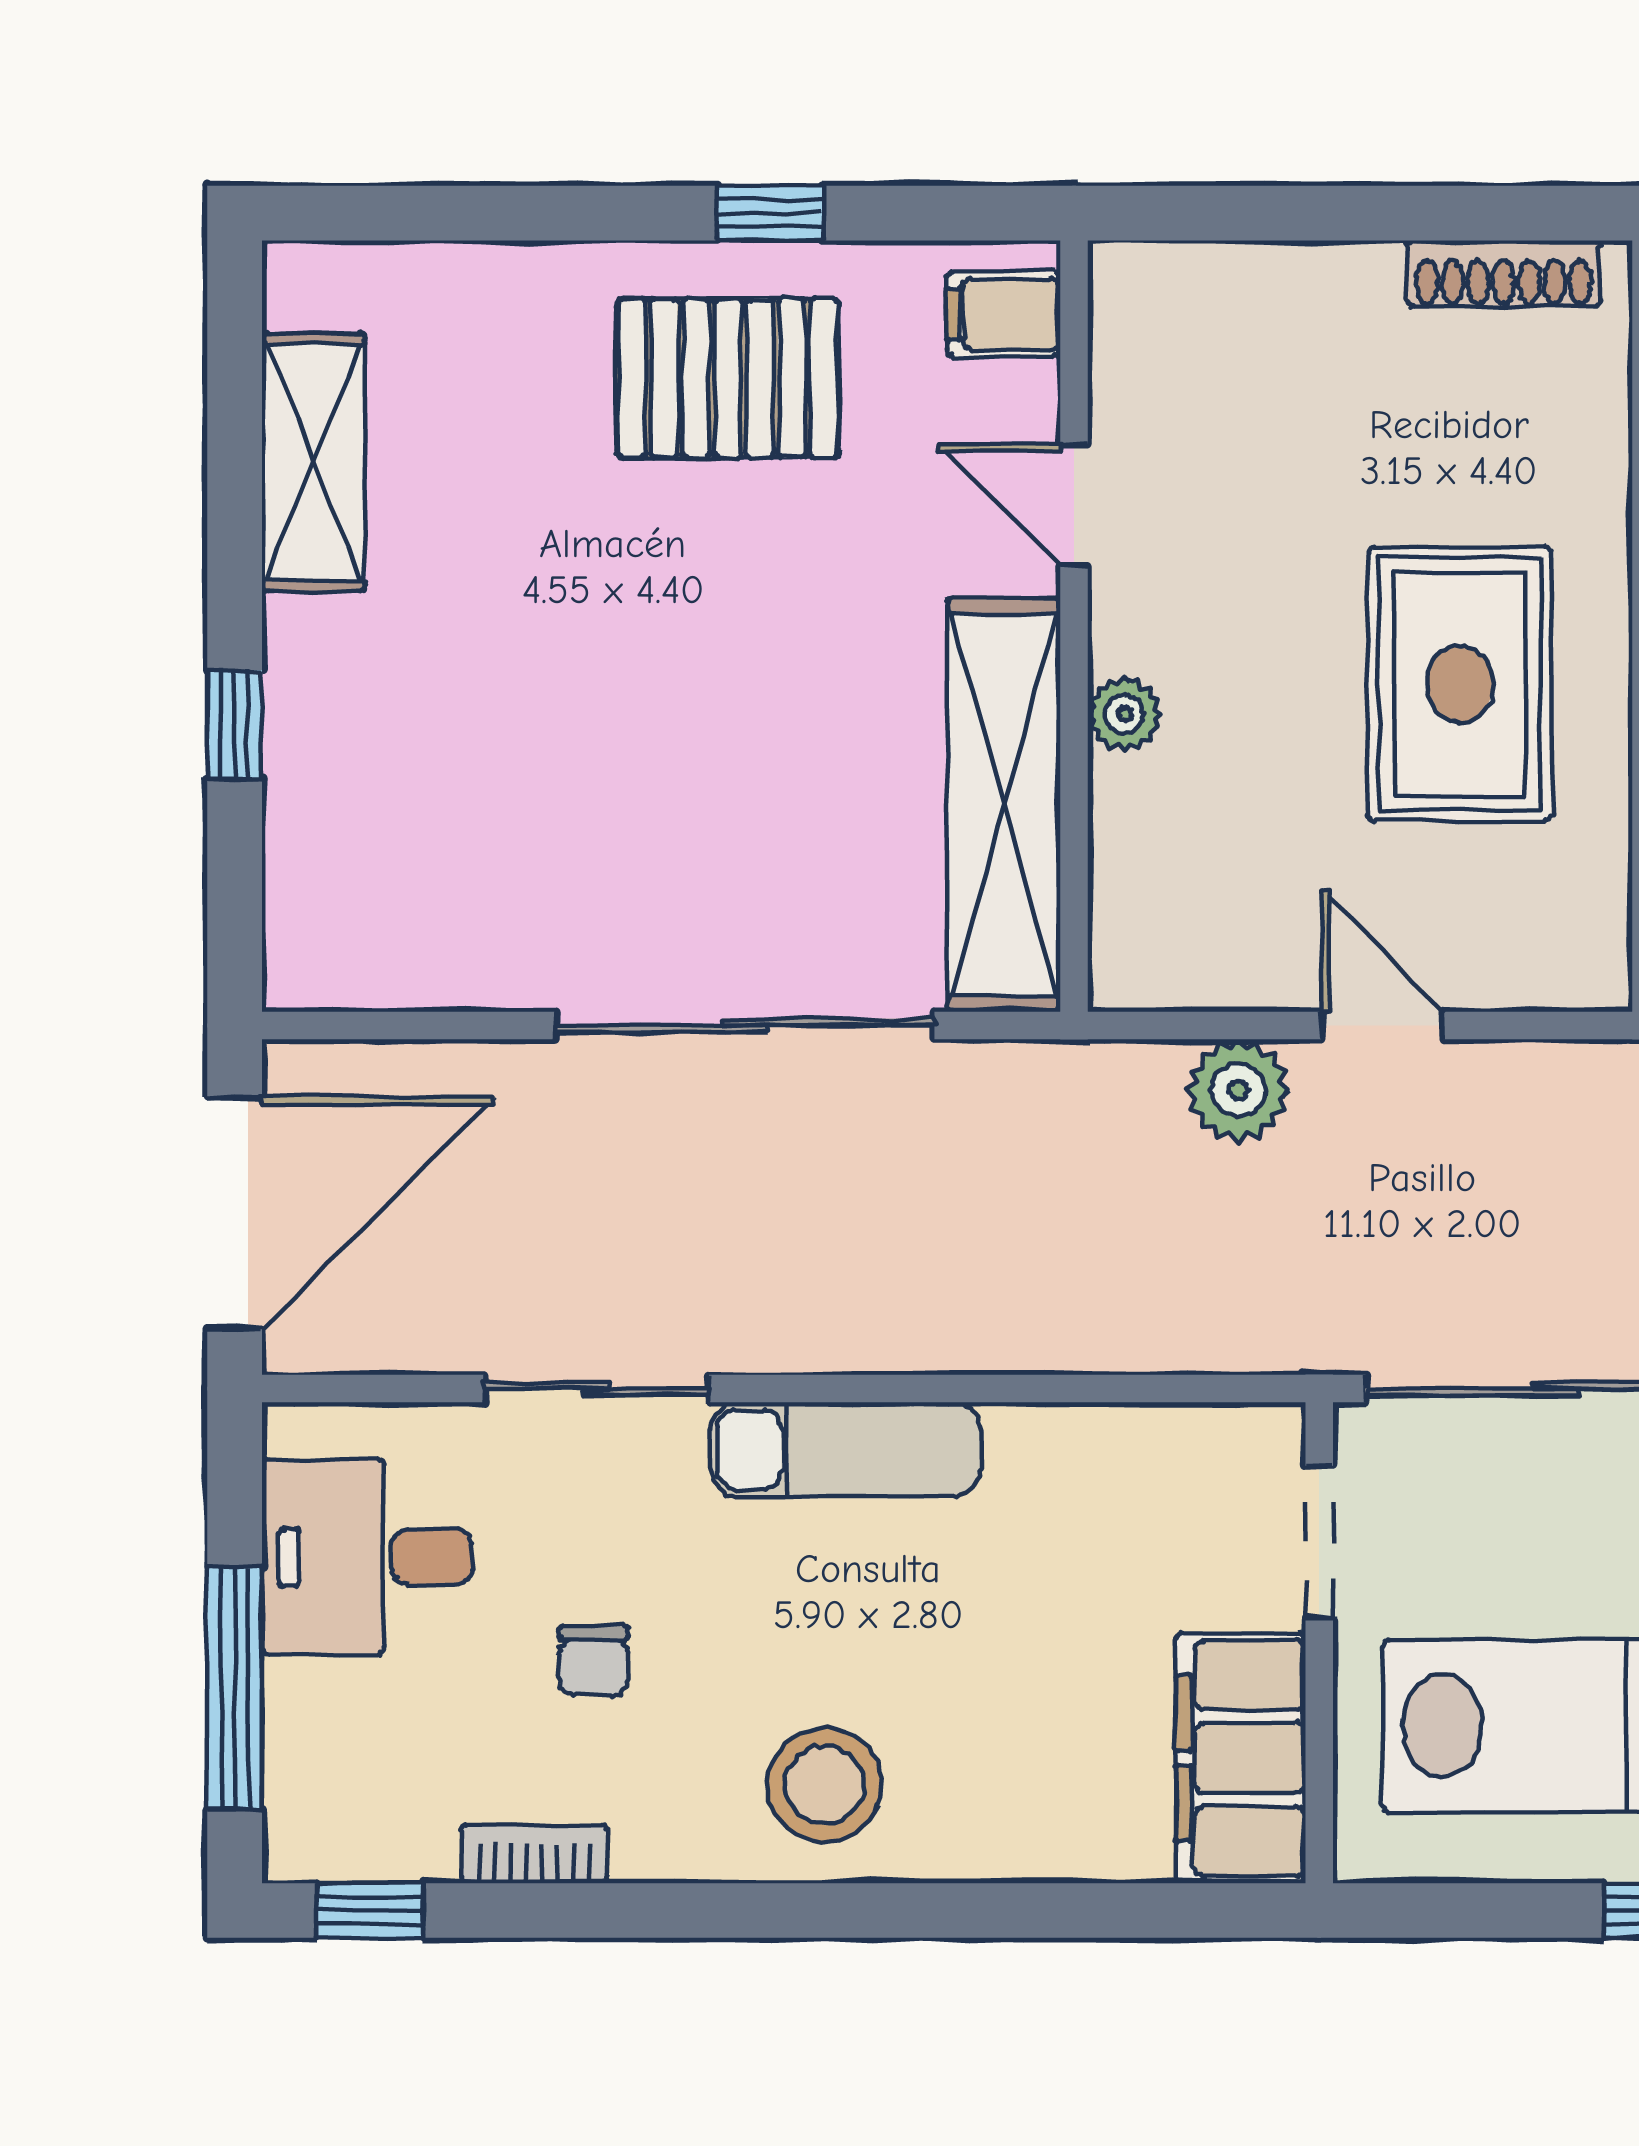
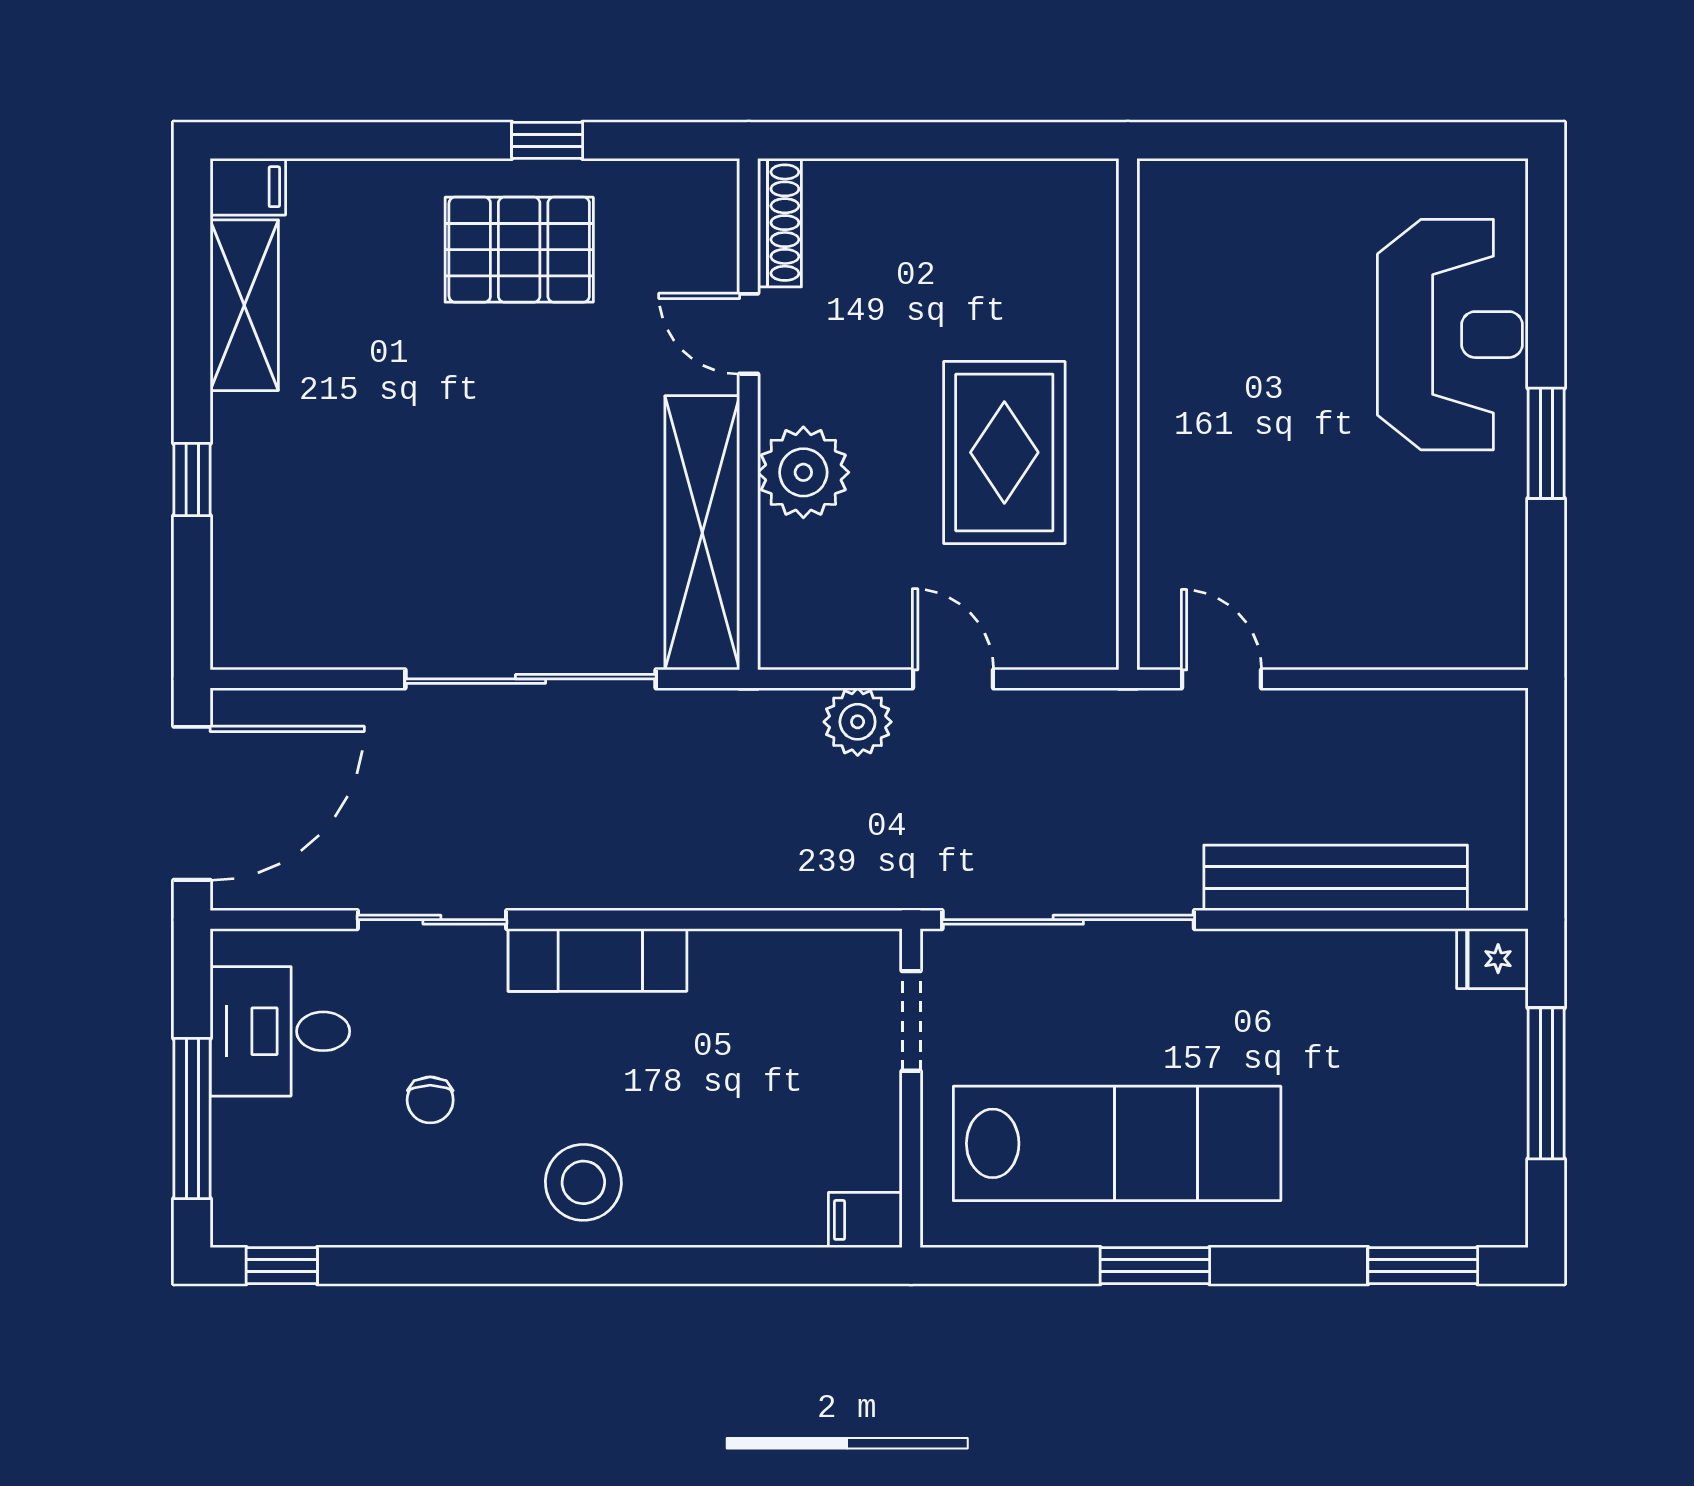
shoe rack: (1504, 273) -> (780, 223), moved, turned -90
filing cabinet: (1004, 314) -> (248, 187), moved, turned 180
plant: (1124, 714) -> (803, 472), width x1.88, depth x1.88
filing cabinet: (1241, 1758) -> (865, 1220), width x0.33, depth x0.86
bookcase: (534, 1854) -> (391, 1228), removed

